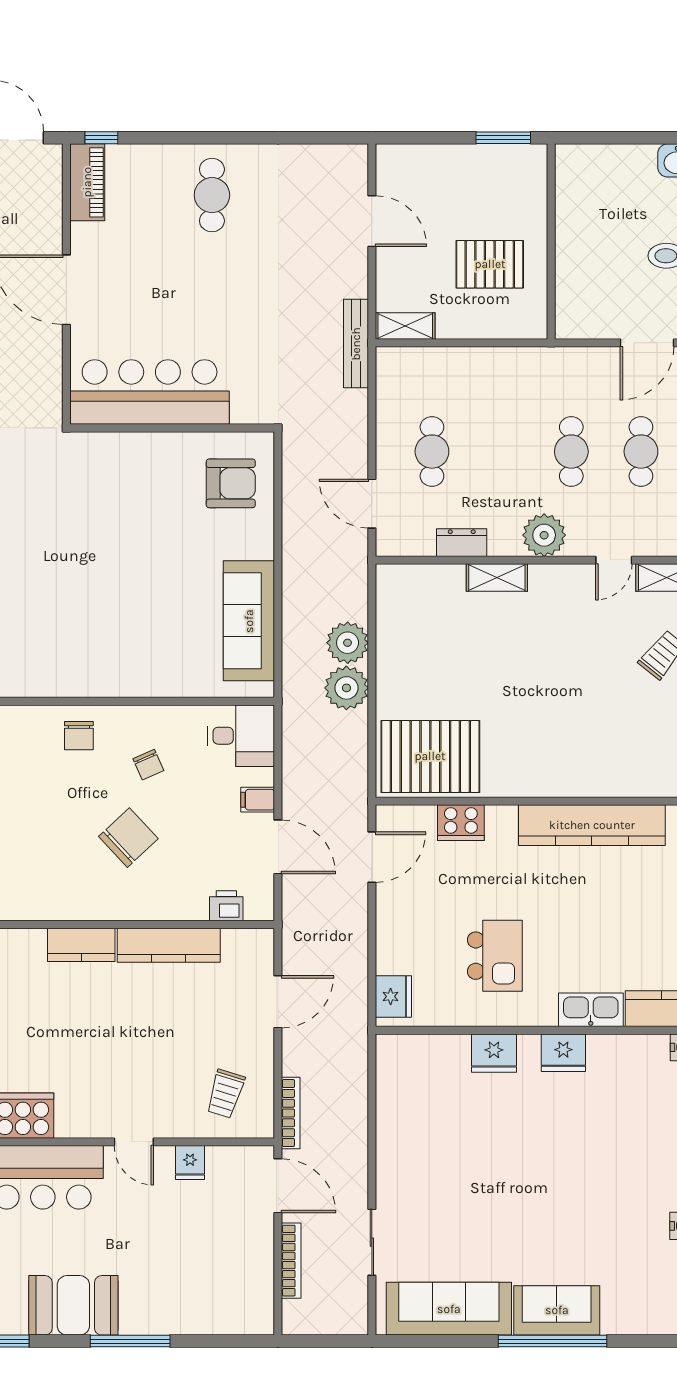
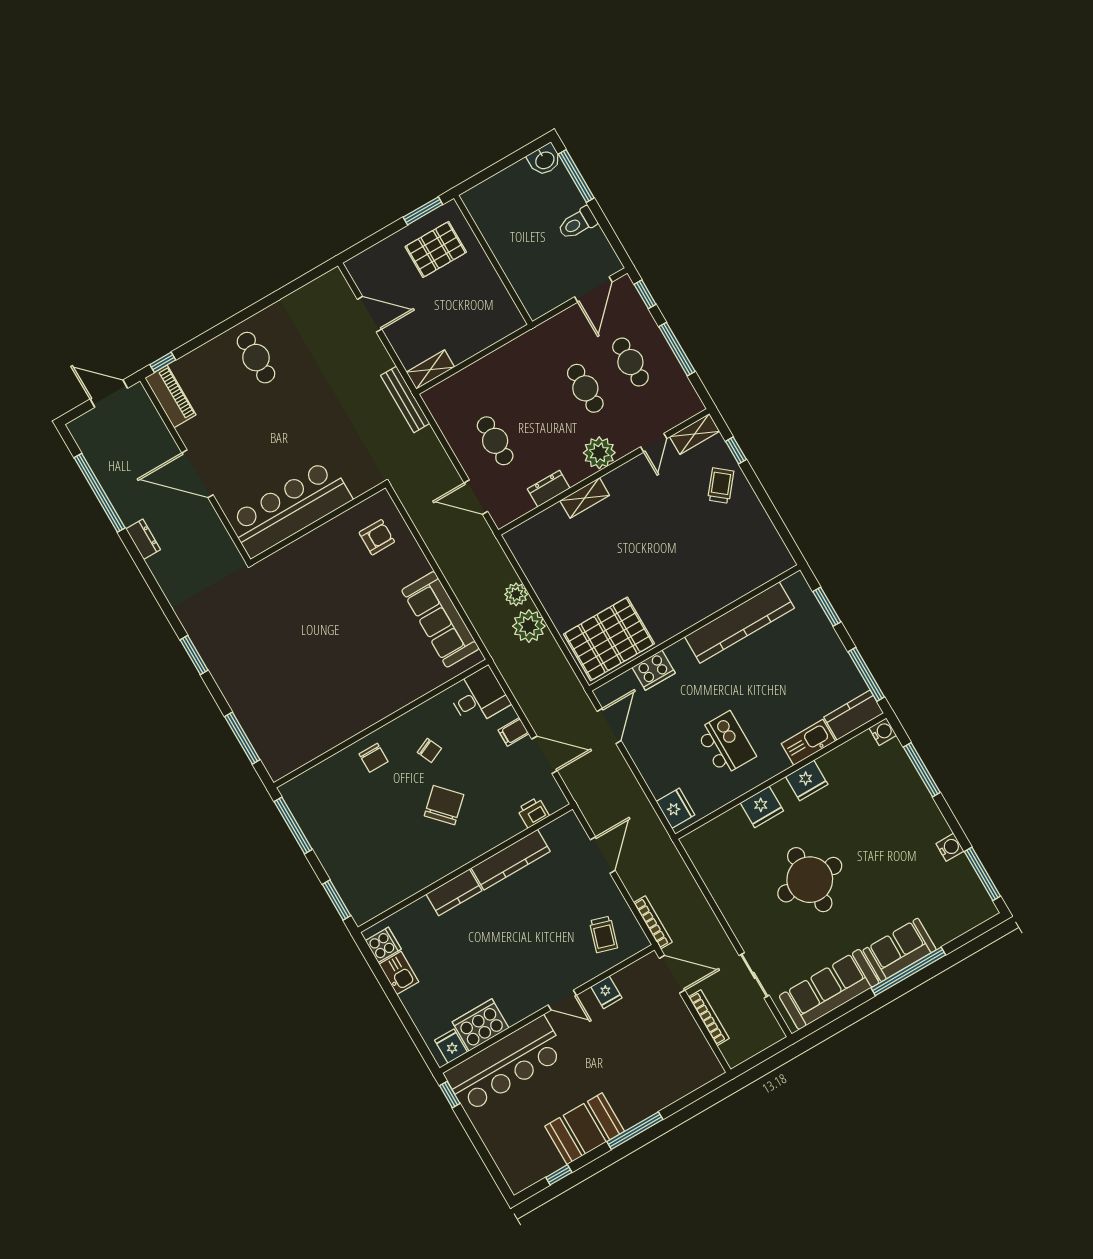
pallet: (490, 264) -> (436, 249), moved
armchair: (231, 483) -> (377, 537), width x0.72, depth x0.72
plant: (348, 643) -> (516, 594), width x0.73, depth x0.73
round table: (500, 1169) -> (810, 880), added

